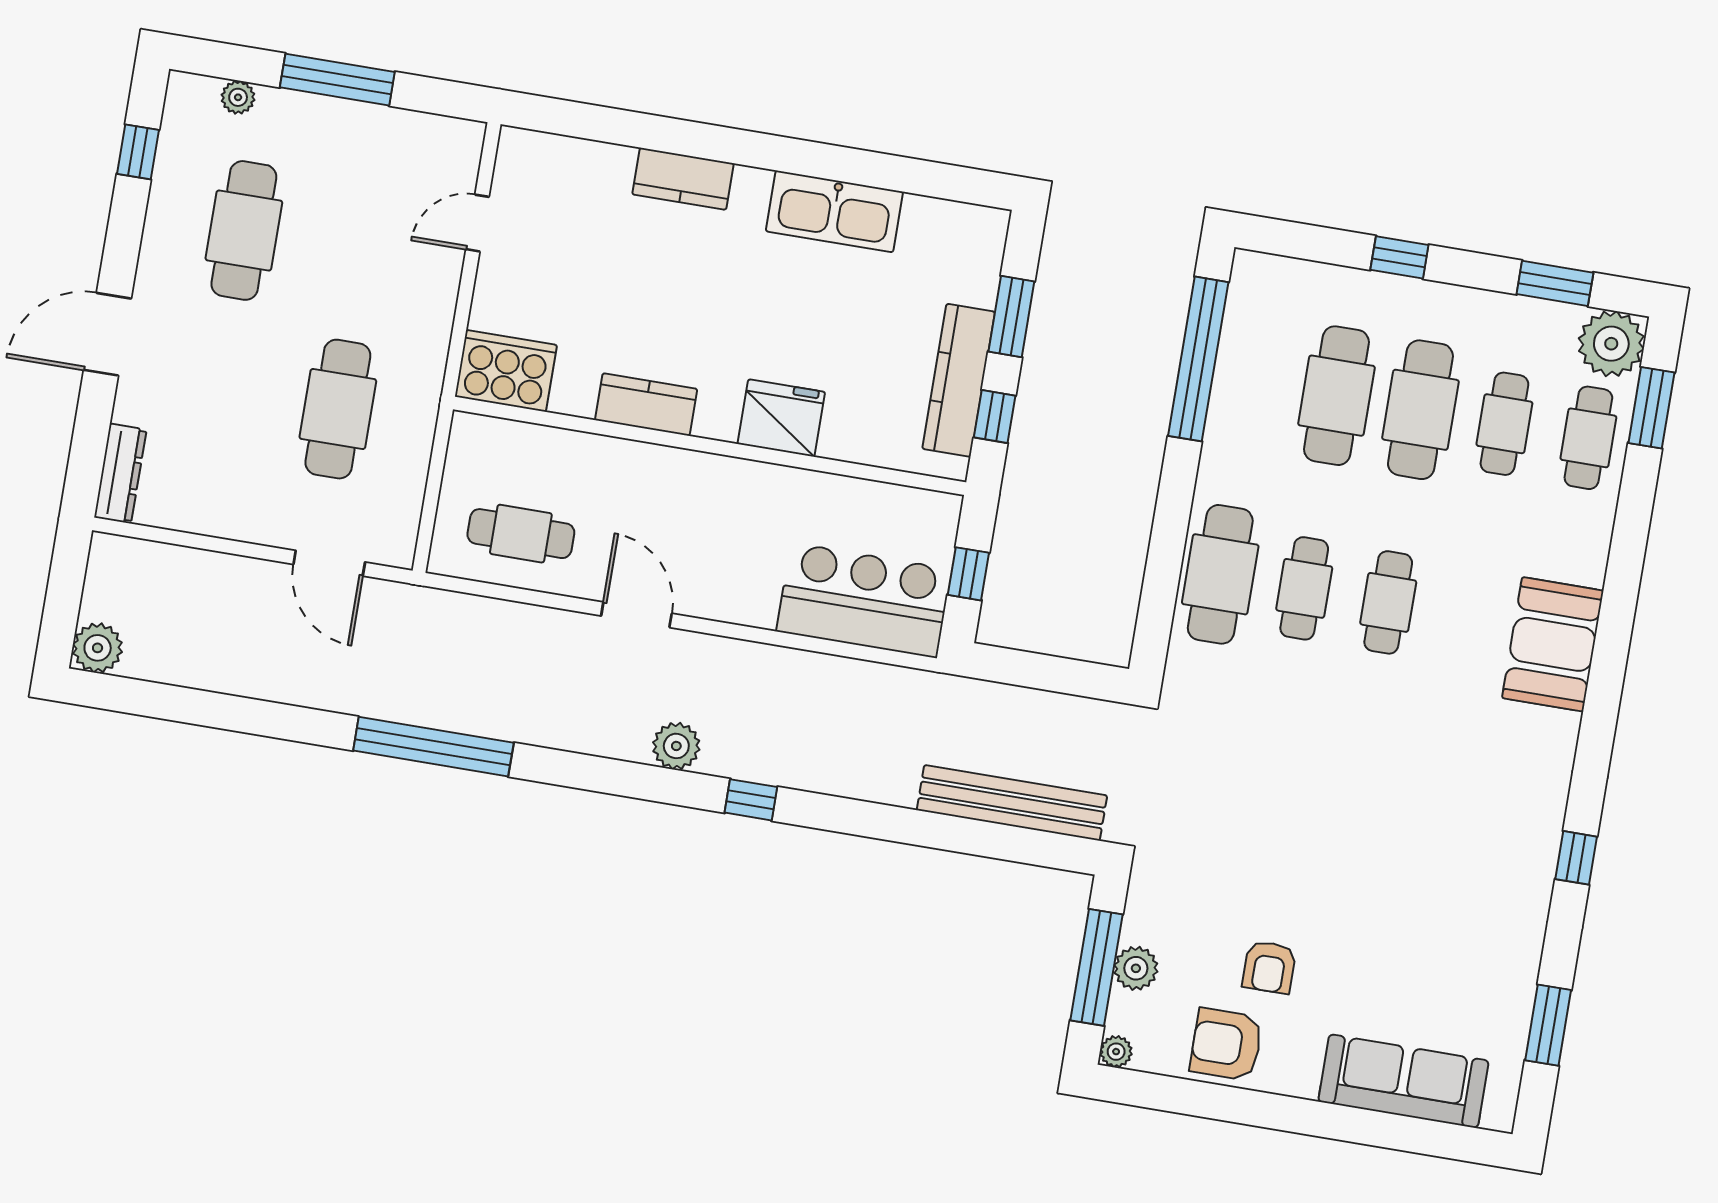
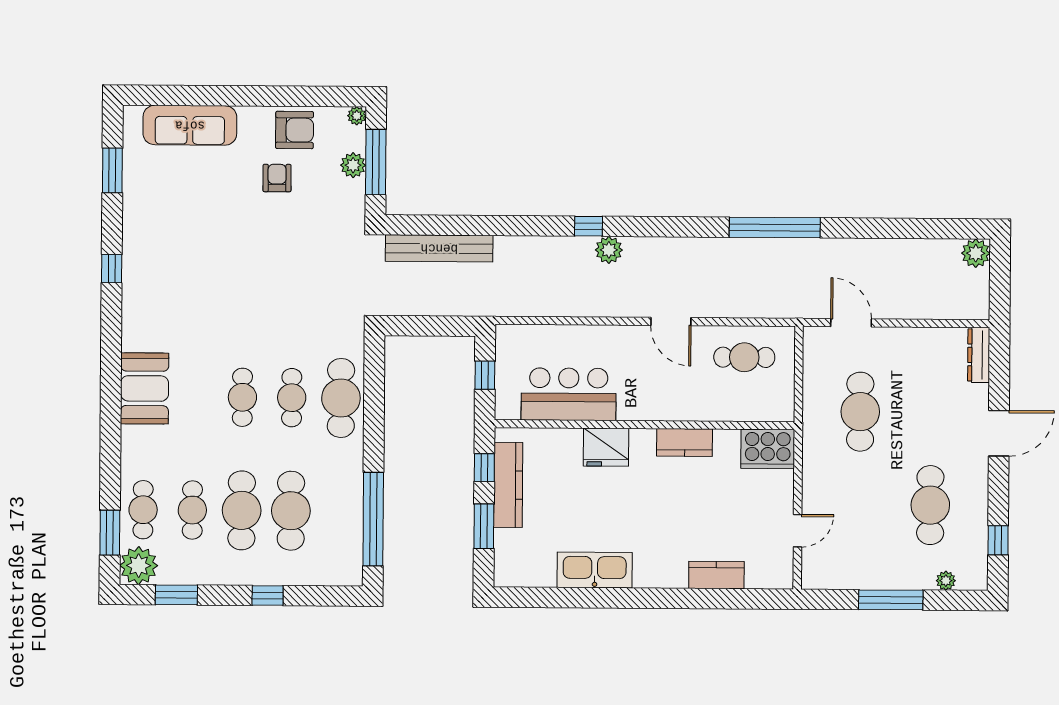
kitchen counter: (683, 179) -> (716, 575), moved
bar counter: (864, 600) -> (569, 394), moved, turned 180
plant: (676, 746) -> (609, 250), moved

